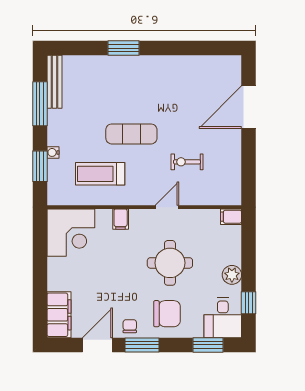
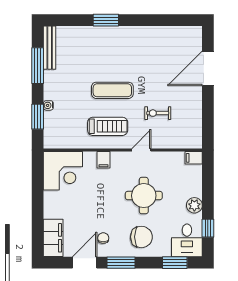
treadmill: (100, 174) -> (108, 126), moved, turned 180
chair: (130, 326) -> (103, 238), moved

